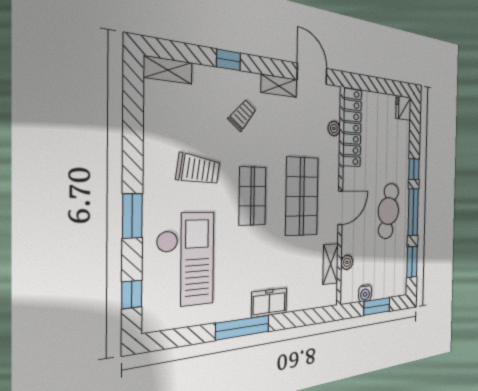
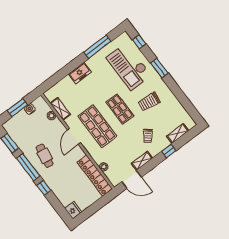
shelving: (168, 70) -> (178, 133), moved
cafe table: (388, 211) -> (45, 156), width x0.73, depth x0.74
window: (243, 327) -> (97, 47), moved

